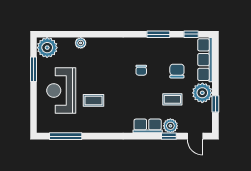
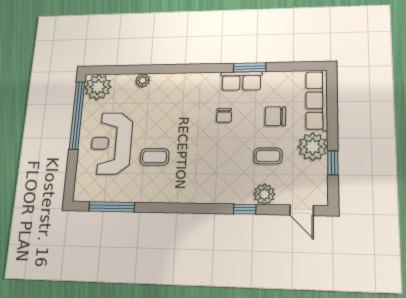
window: (191, 34) -> (296, 67), removed
window: (33, 69) -> (77, 115), width x2.11
chair: (177, 71) -> (275, 116), turned -90
row of seats: (148, 126) -> (241, 81), moved, turned 180
window: (169, 136) -> (245, 209), moved

